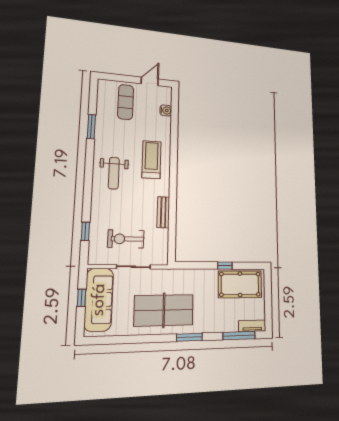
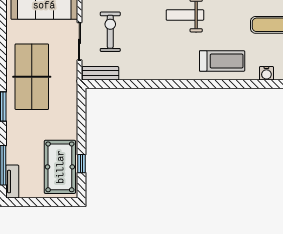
treadmill: (151, 160) -> (222, 61), moved
bench: (163, 212) -> (100, 73), moved
window: (225, 266) -> (81, 164), moved

